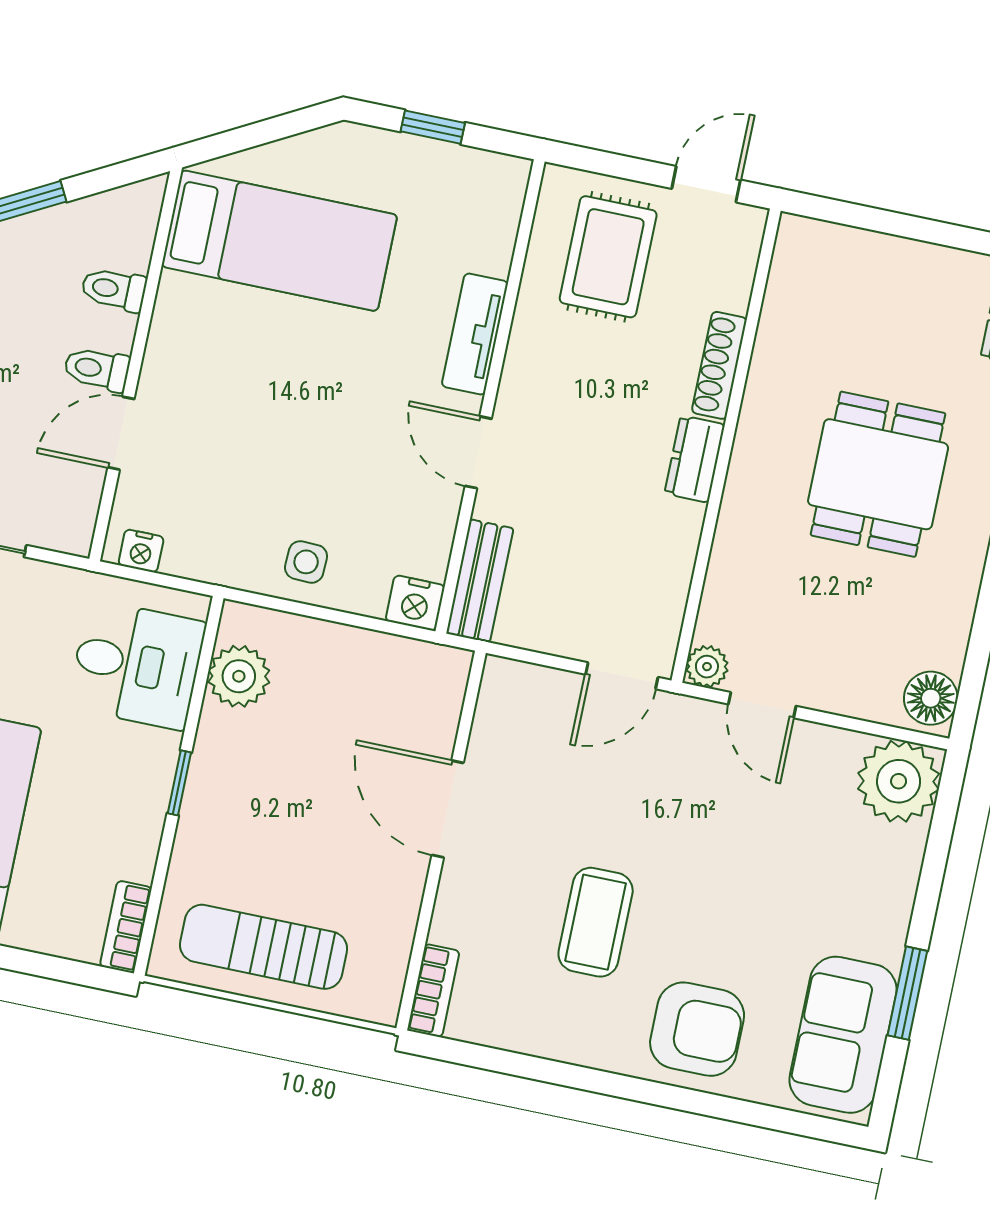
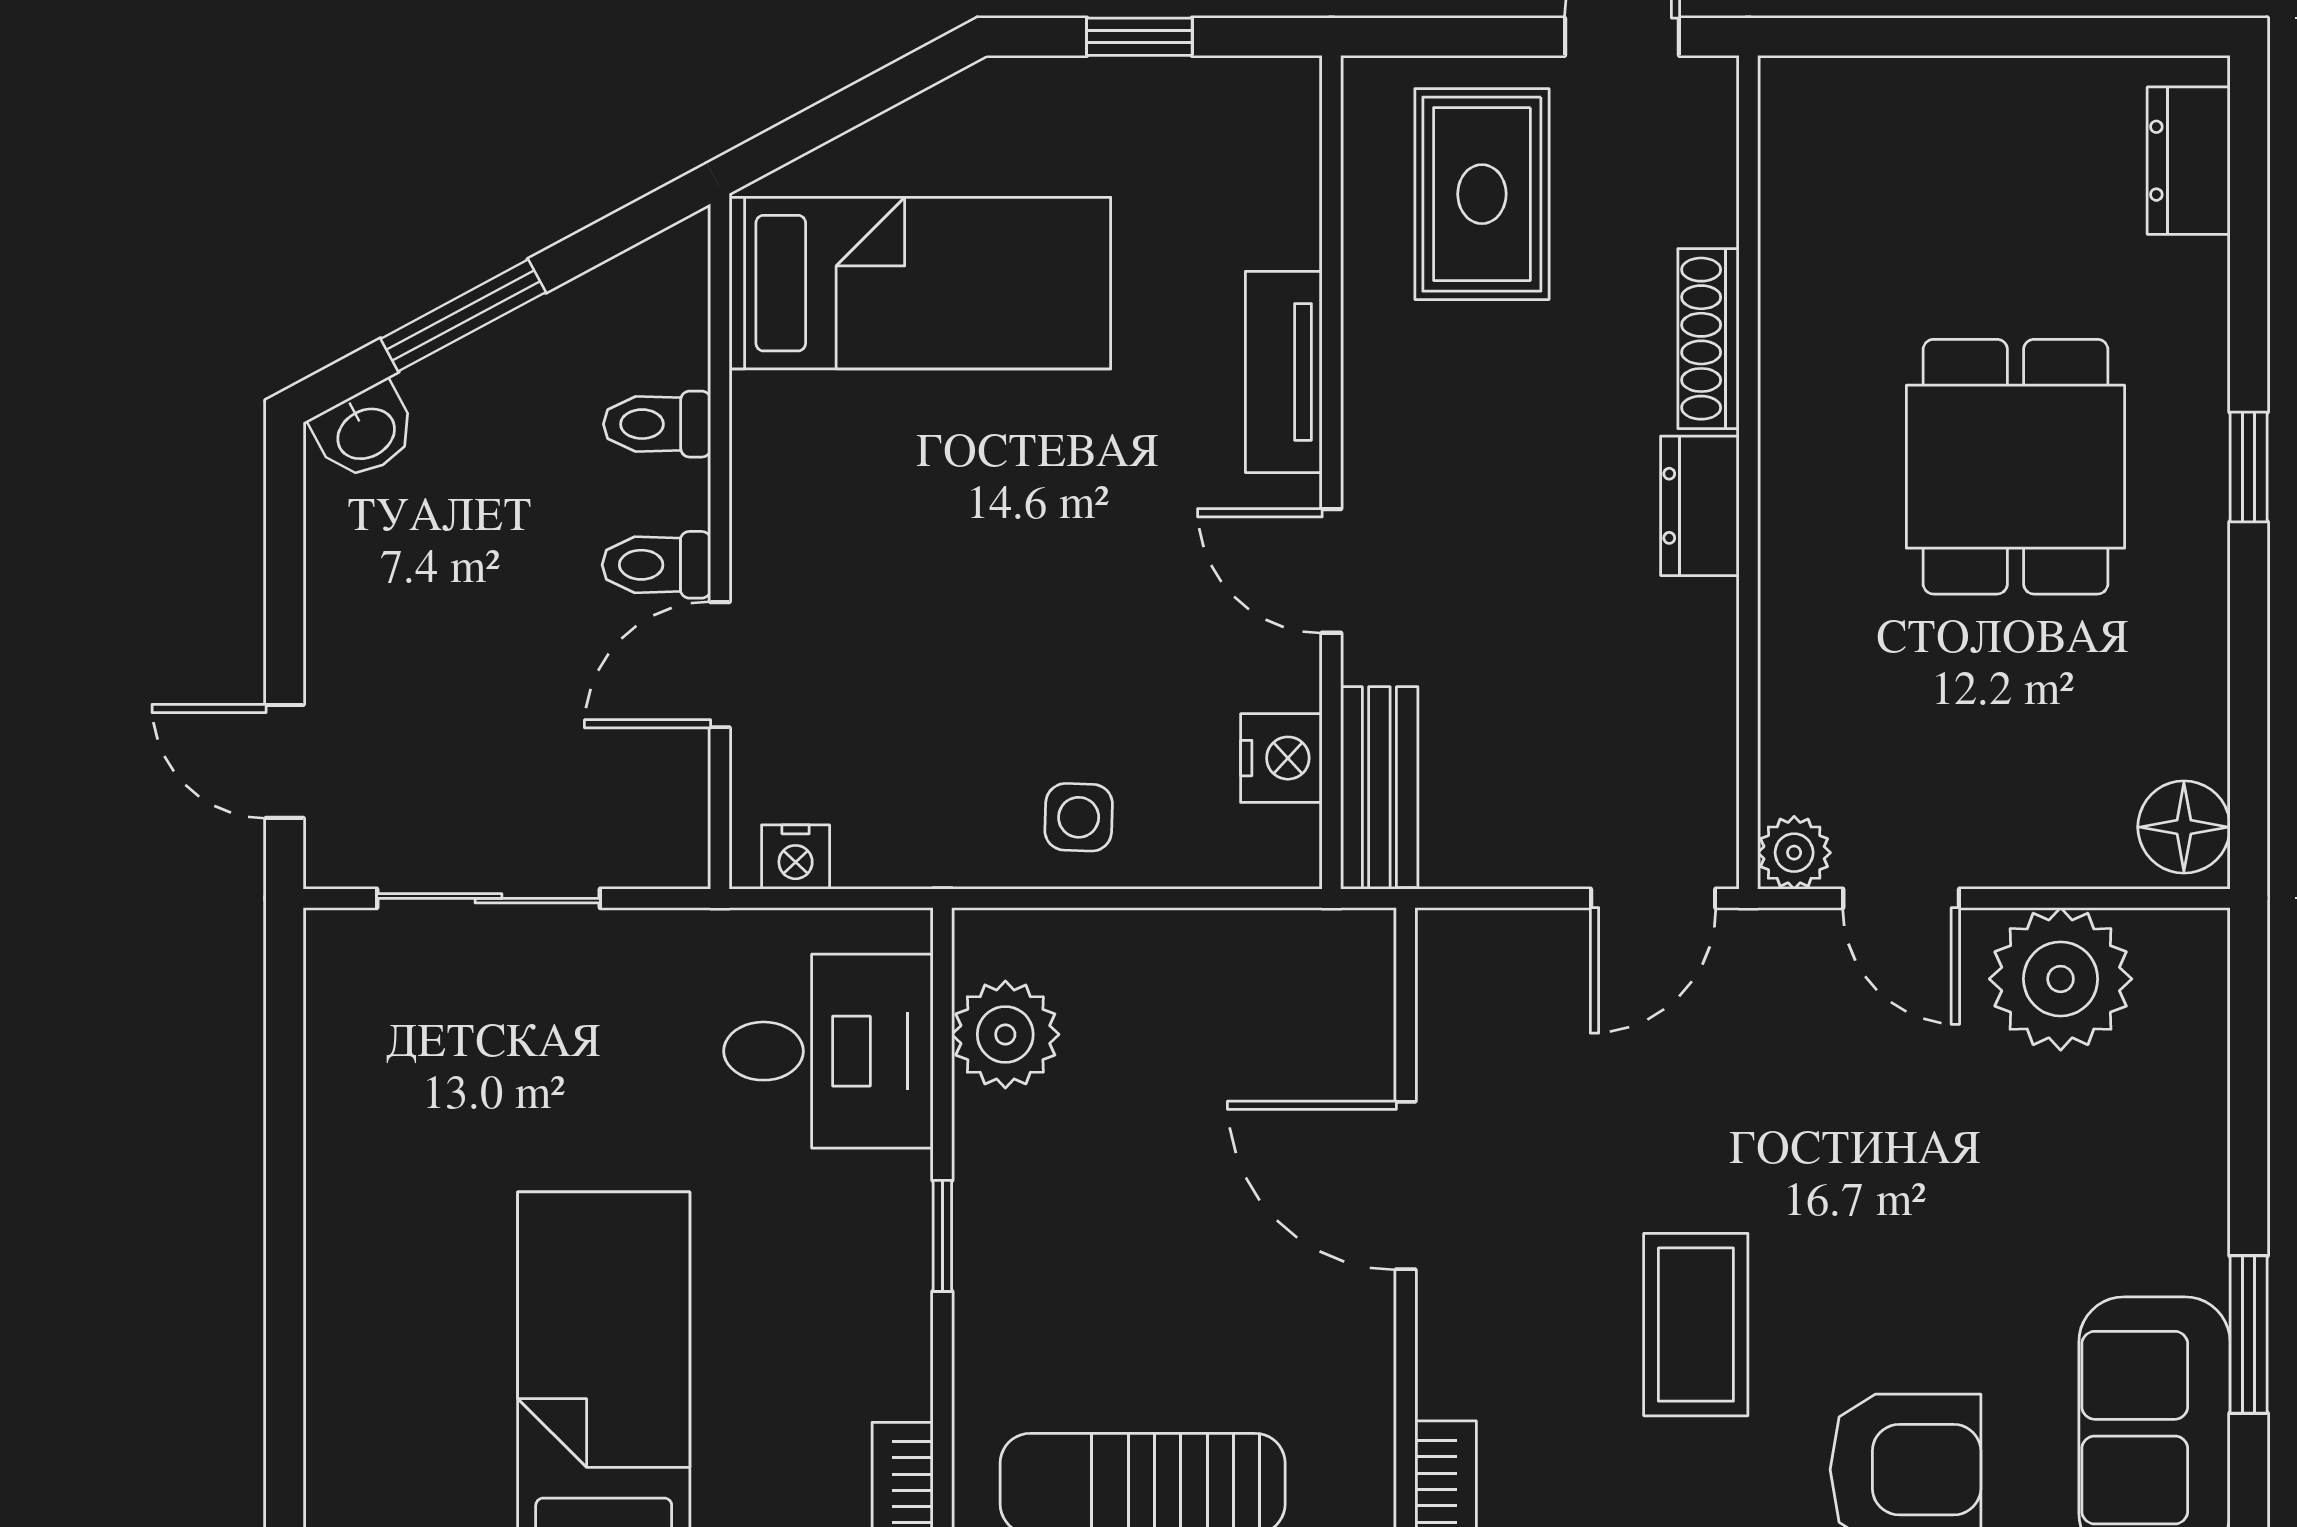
nightstand: (415, 603) -> (1281, 758), moved, turned -90
plant: (899, 781) -> (2061, 979), moved

